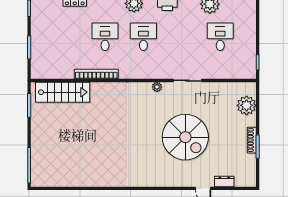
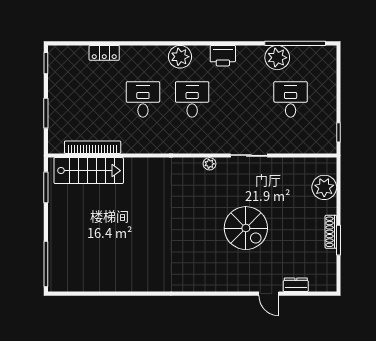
bookcase: (96, 74) -> (93, 147), moved
spiral stairs: (185, 137) -> (246, 228), width x0.73, depth x0.73

